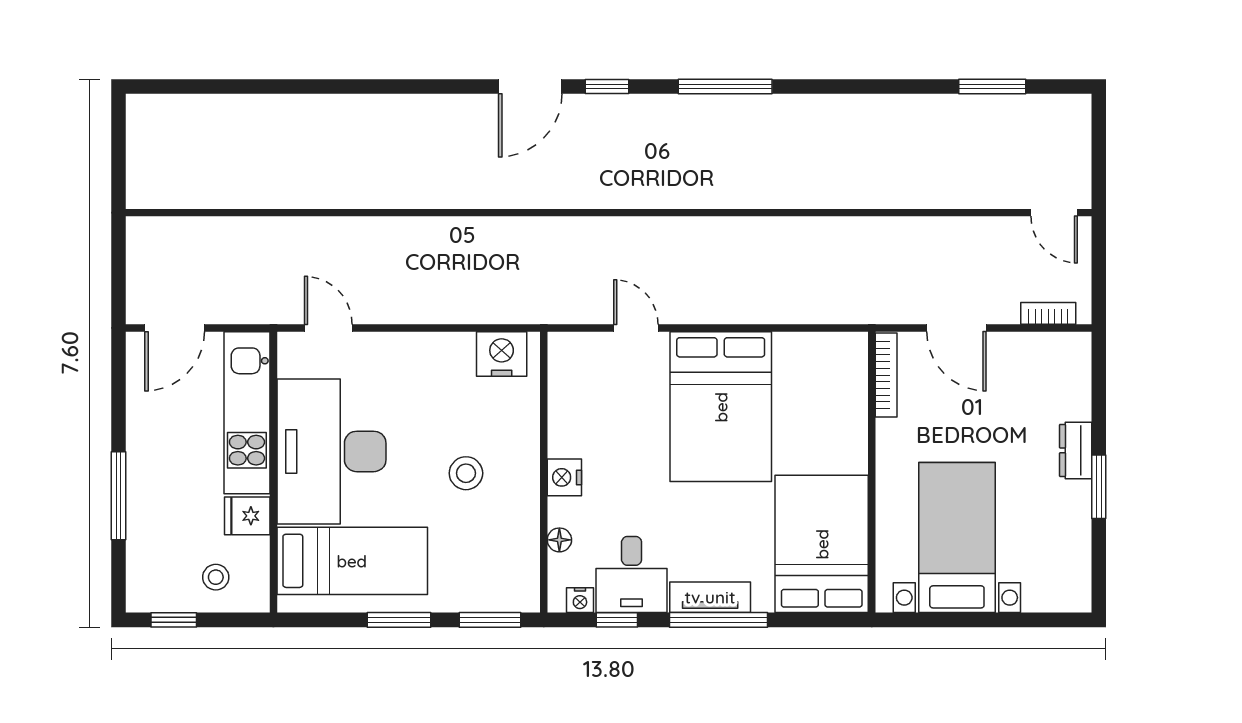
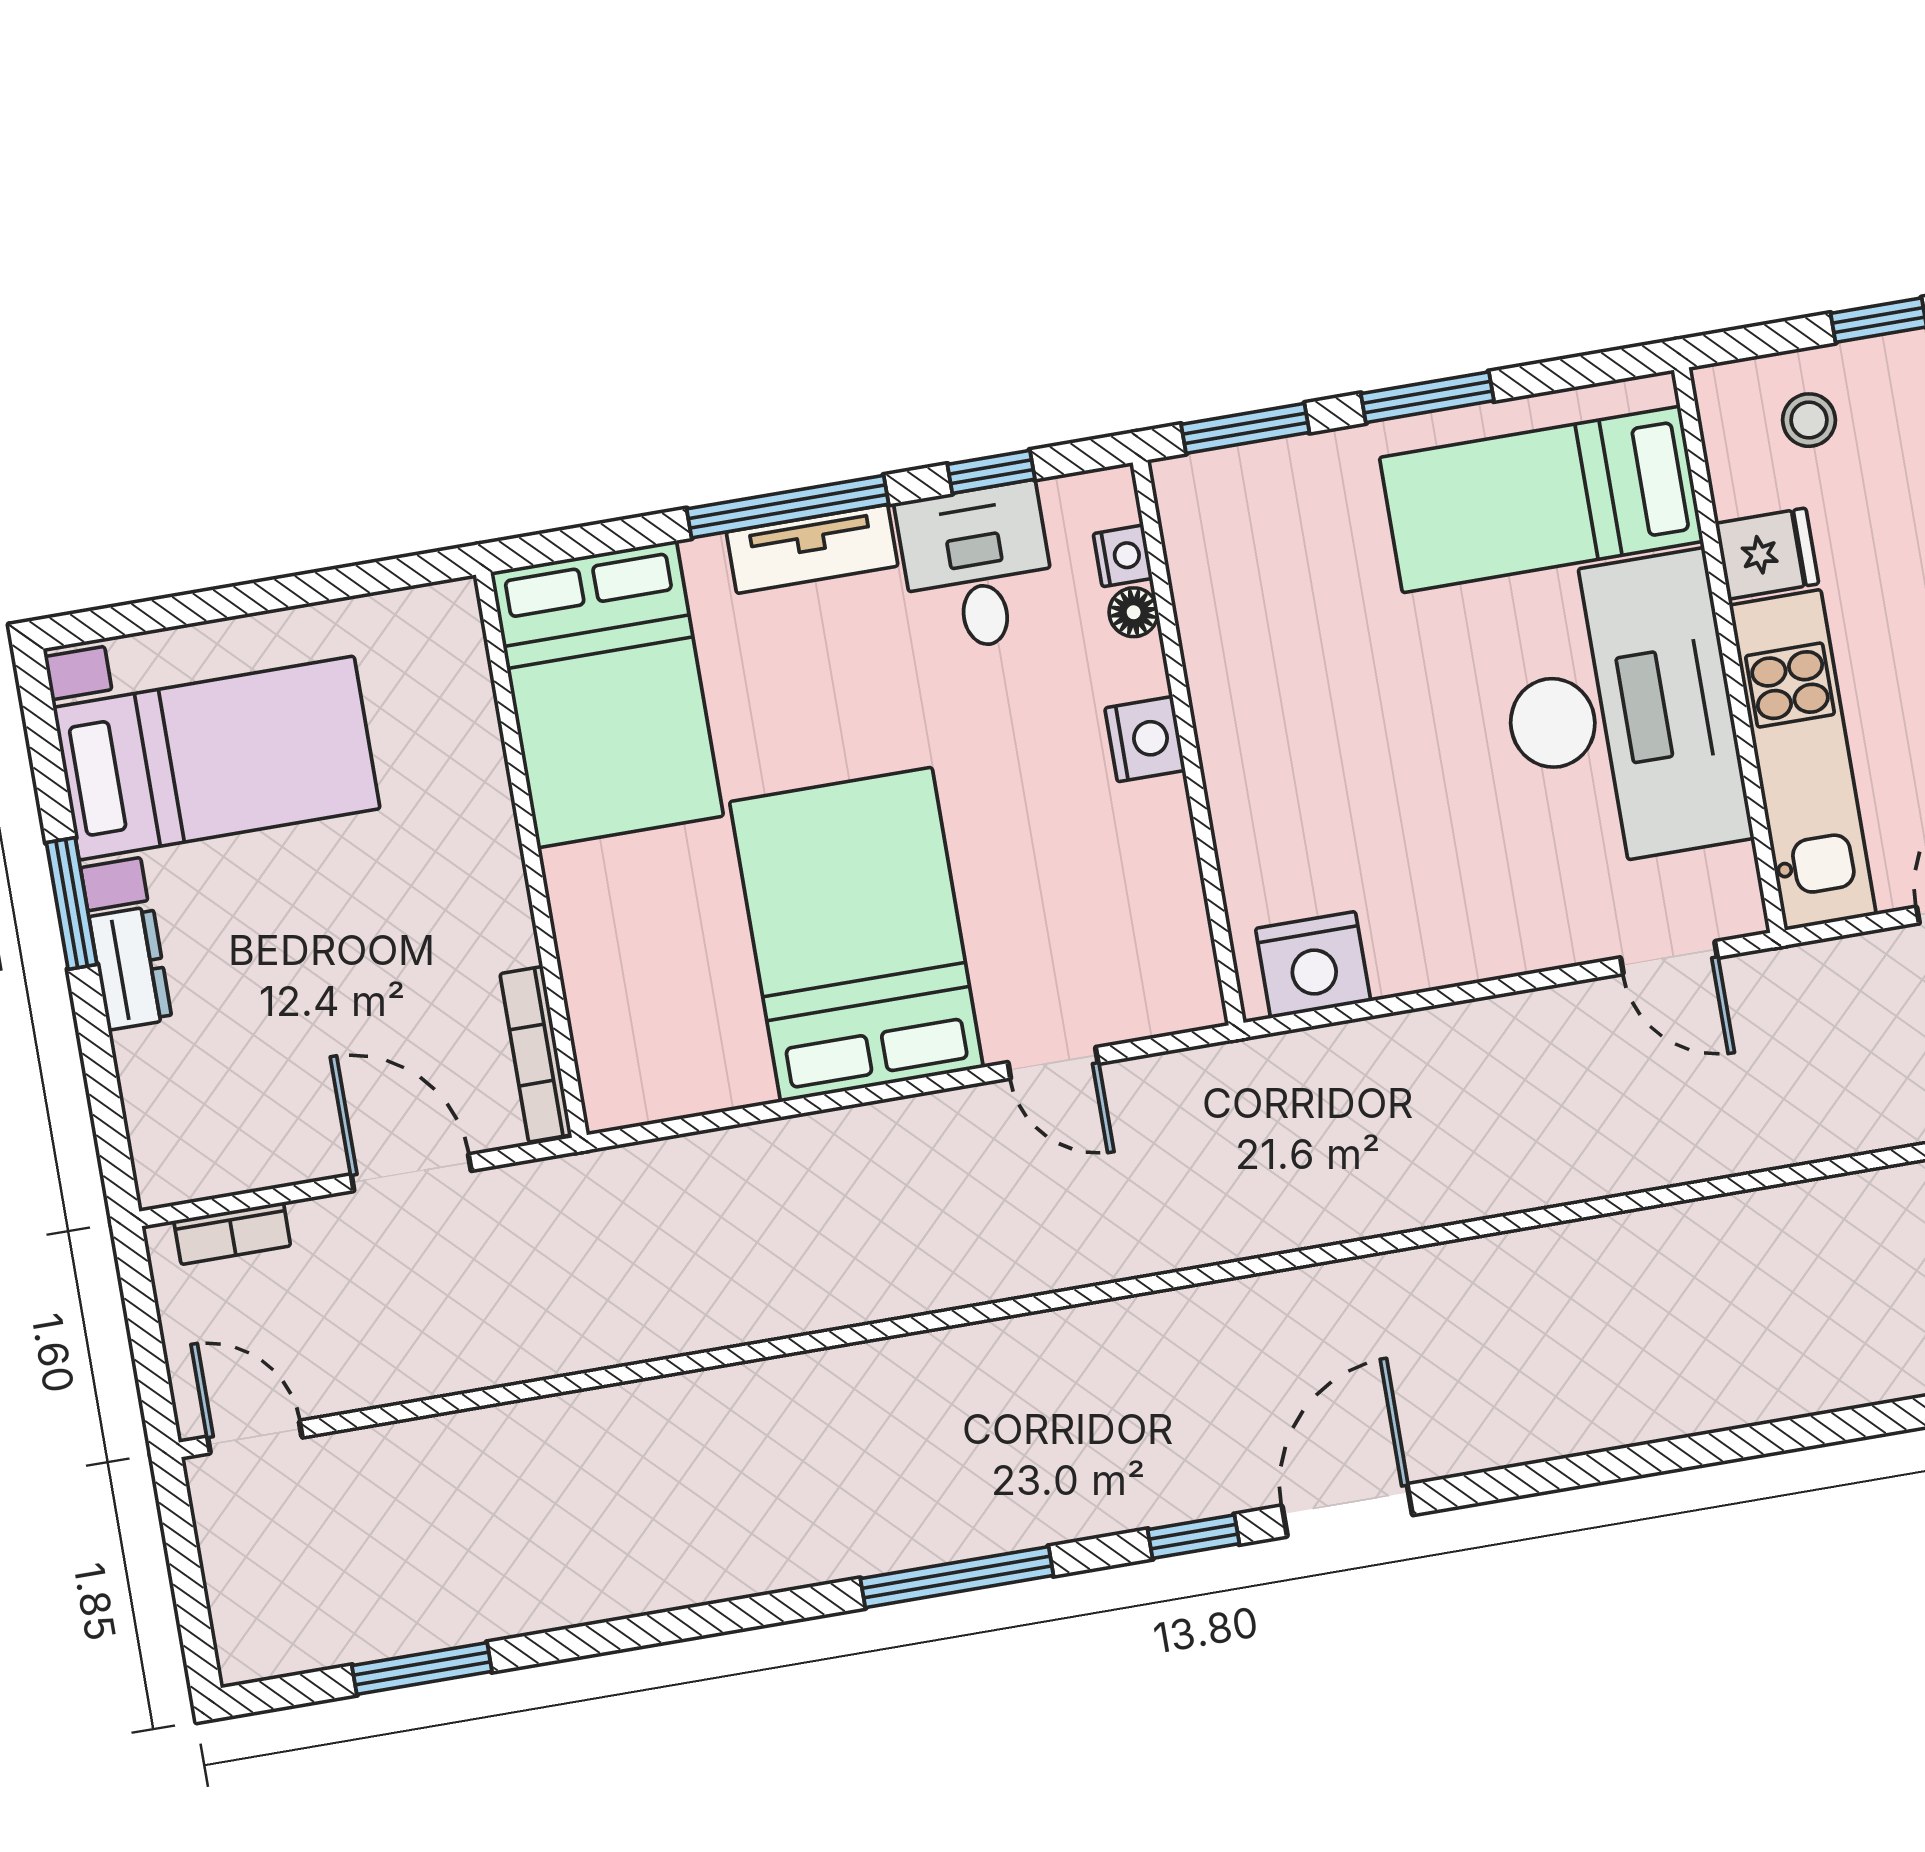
stool: (466, 473) -> (1343, 714), removed
bed with nightstands: (957, 537) -> (217, 758), moved, turned -90
nightstand: (580, 600) -> (1123, 556), moved, turned 90

